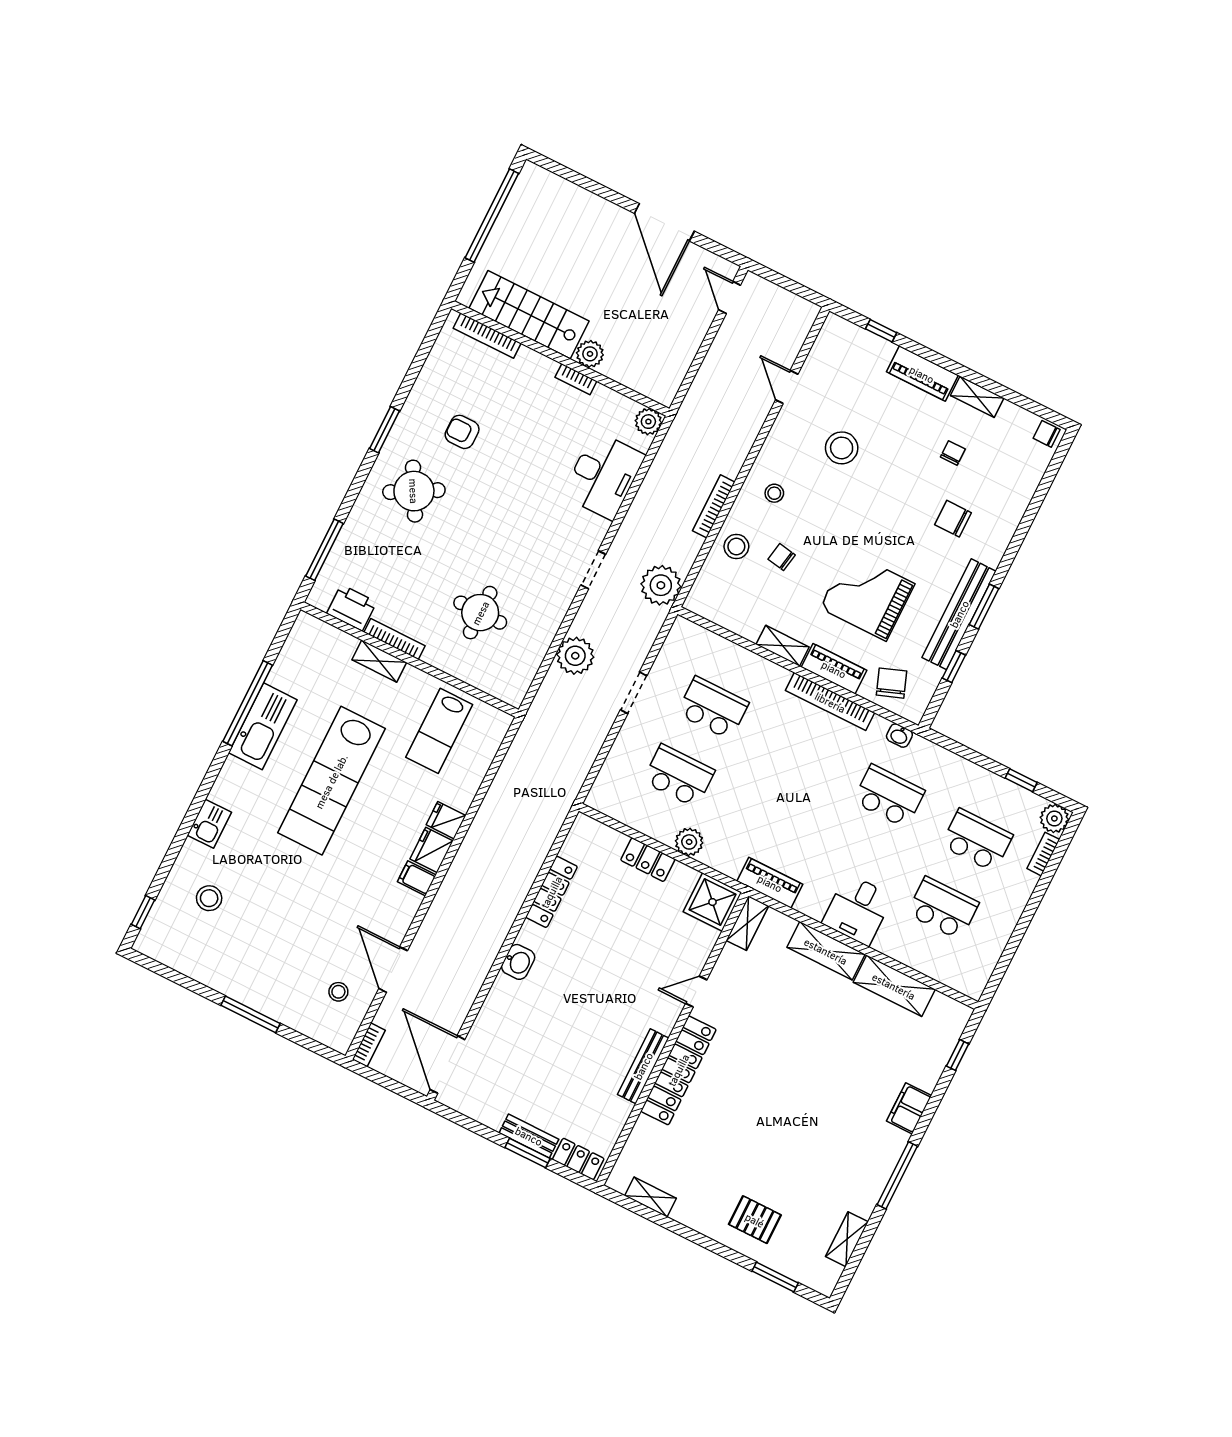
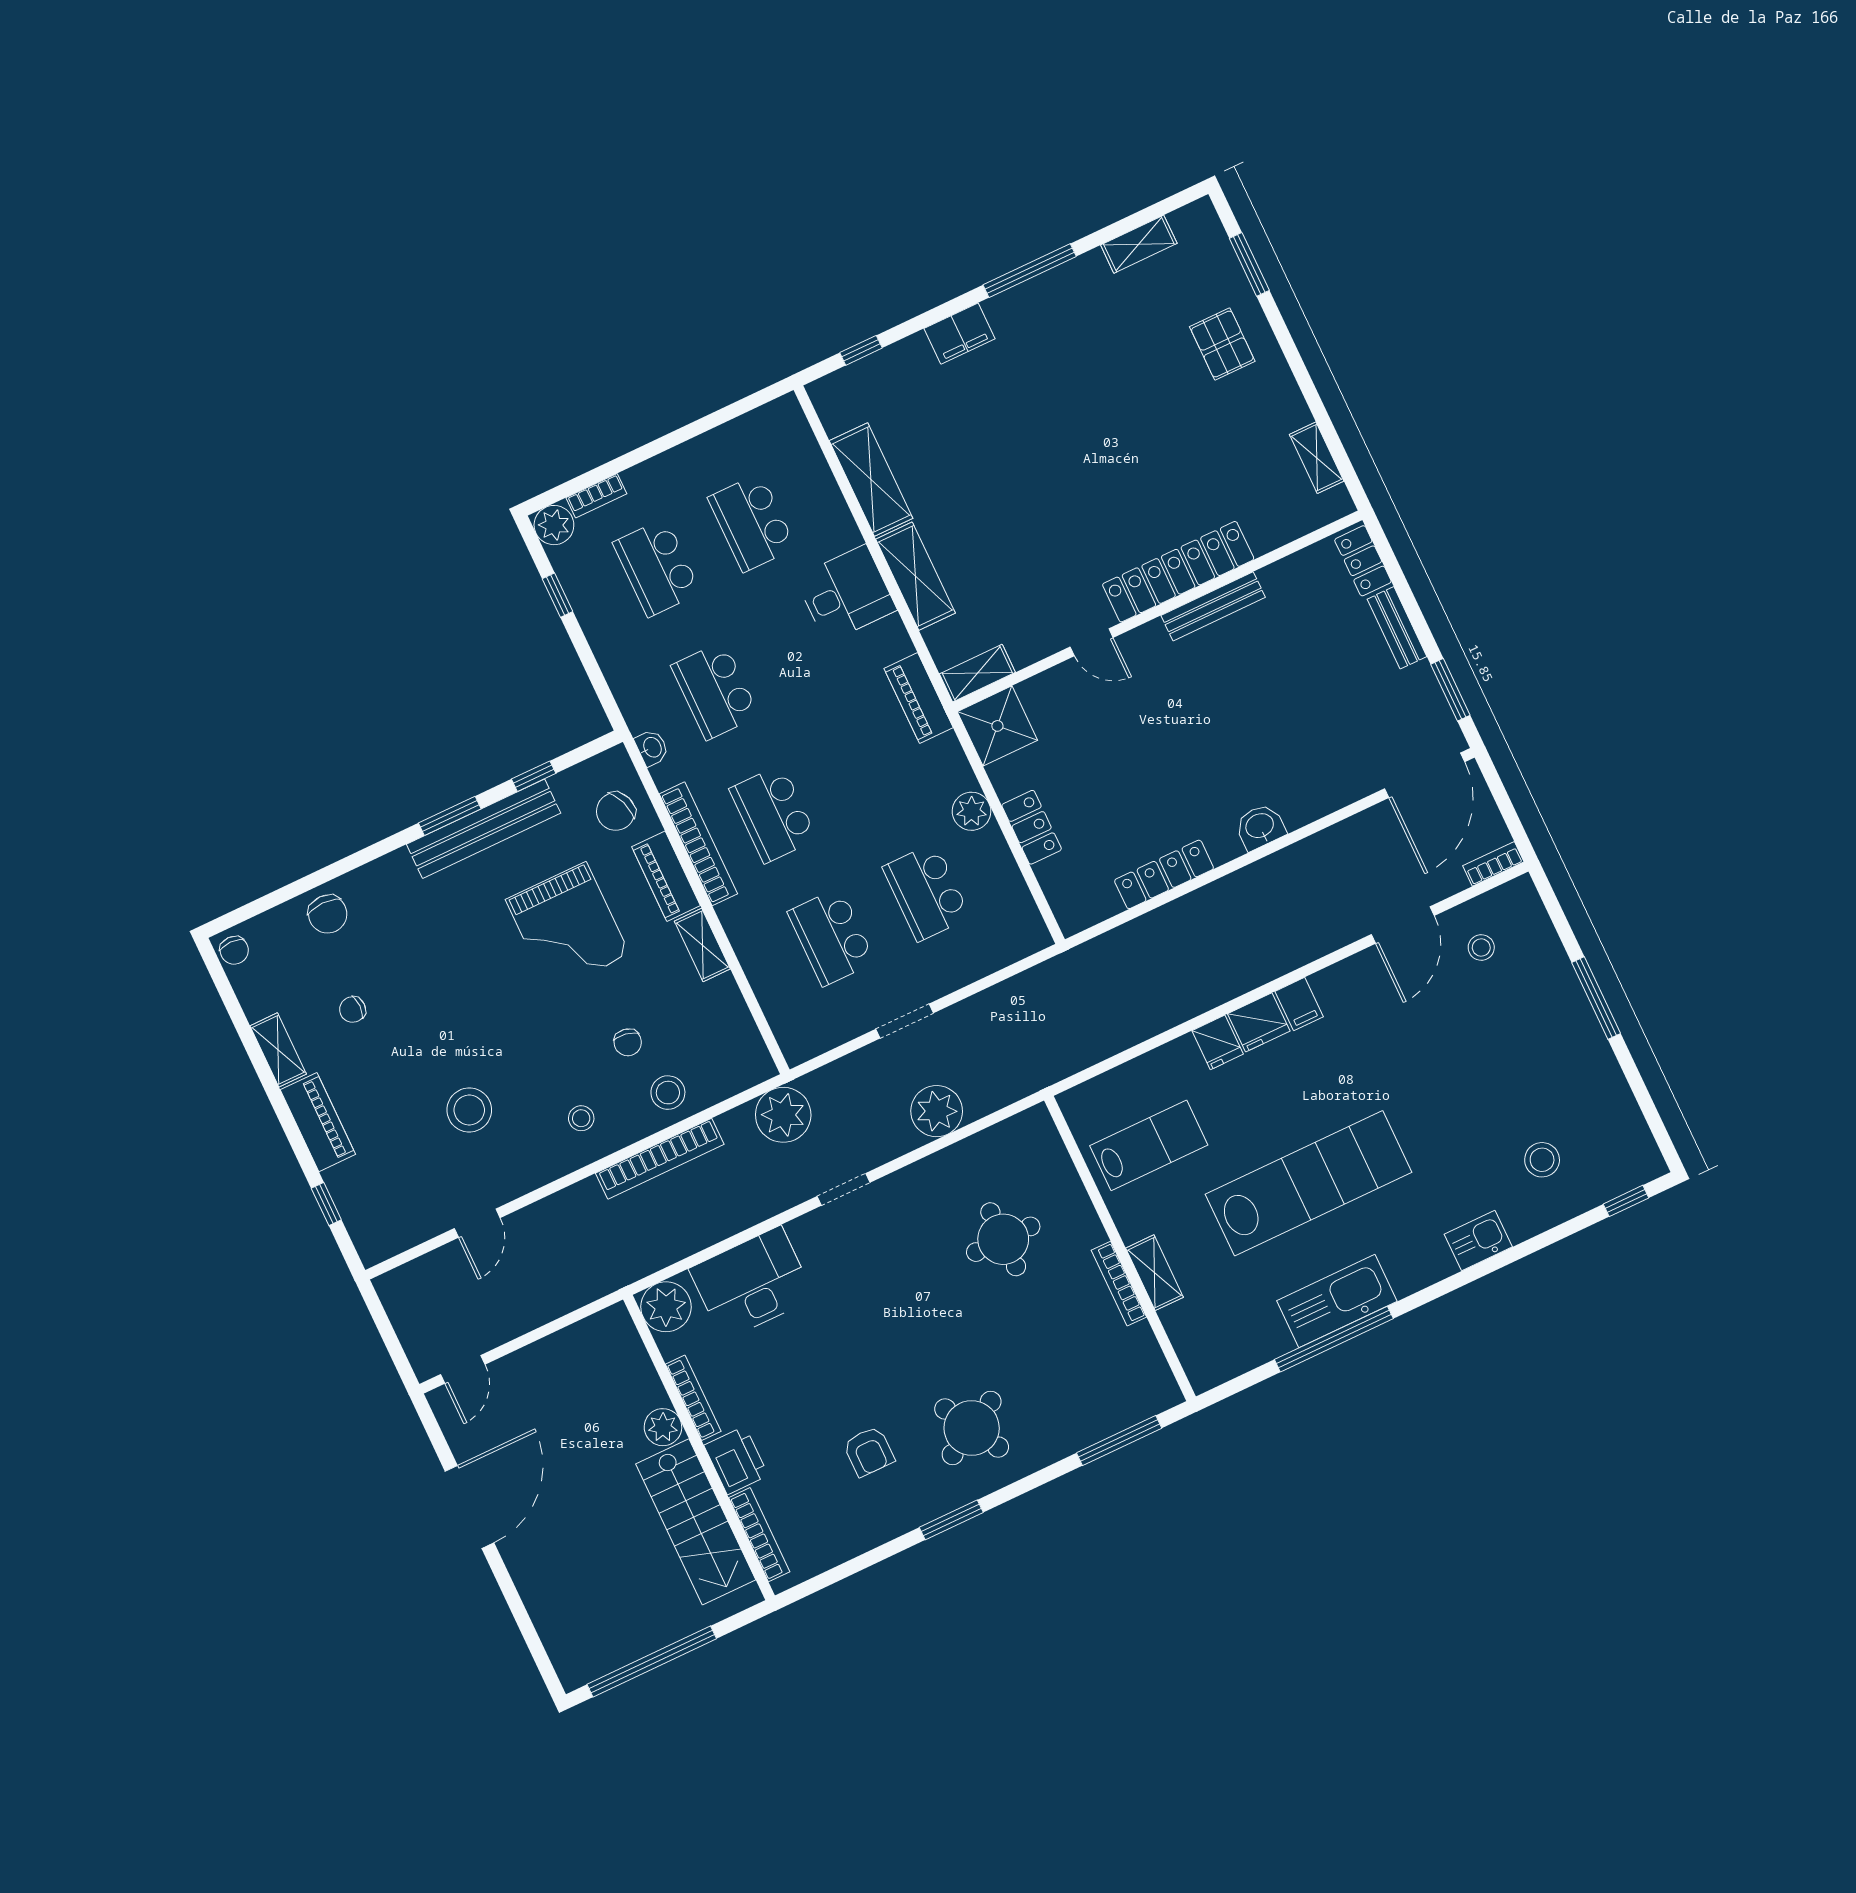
bookcase: (576, 379) -> (693, 1398), width x1.56
plant: (648, 422) -> (666, 1307), width x1.36, depth x1.36
bookcase: (714, 506) -> (660, 1159), width x1.48, depth x1.31
chair: (953, 519) -> (328, 914), moved
printer: (352, 608) -> (736, 1460), moved, turned 180
school desk: (801, 752) -> (773, 814), added
window: (528, 1153) -> (1450, 690), moved

